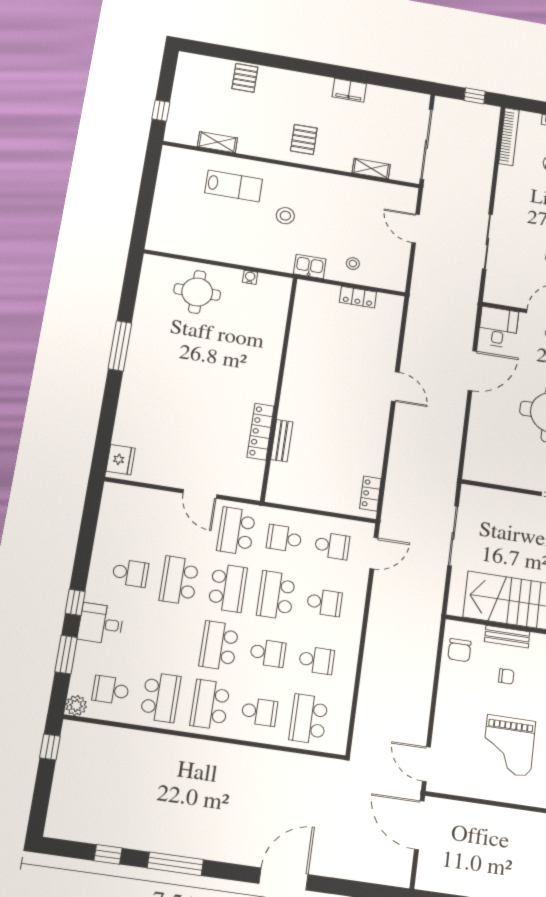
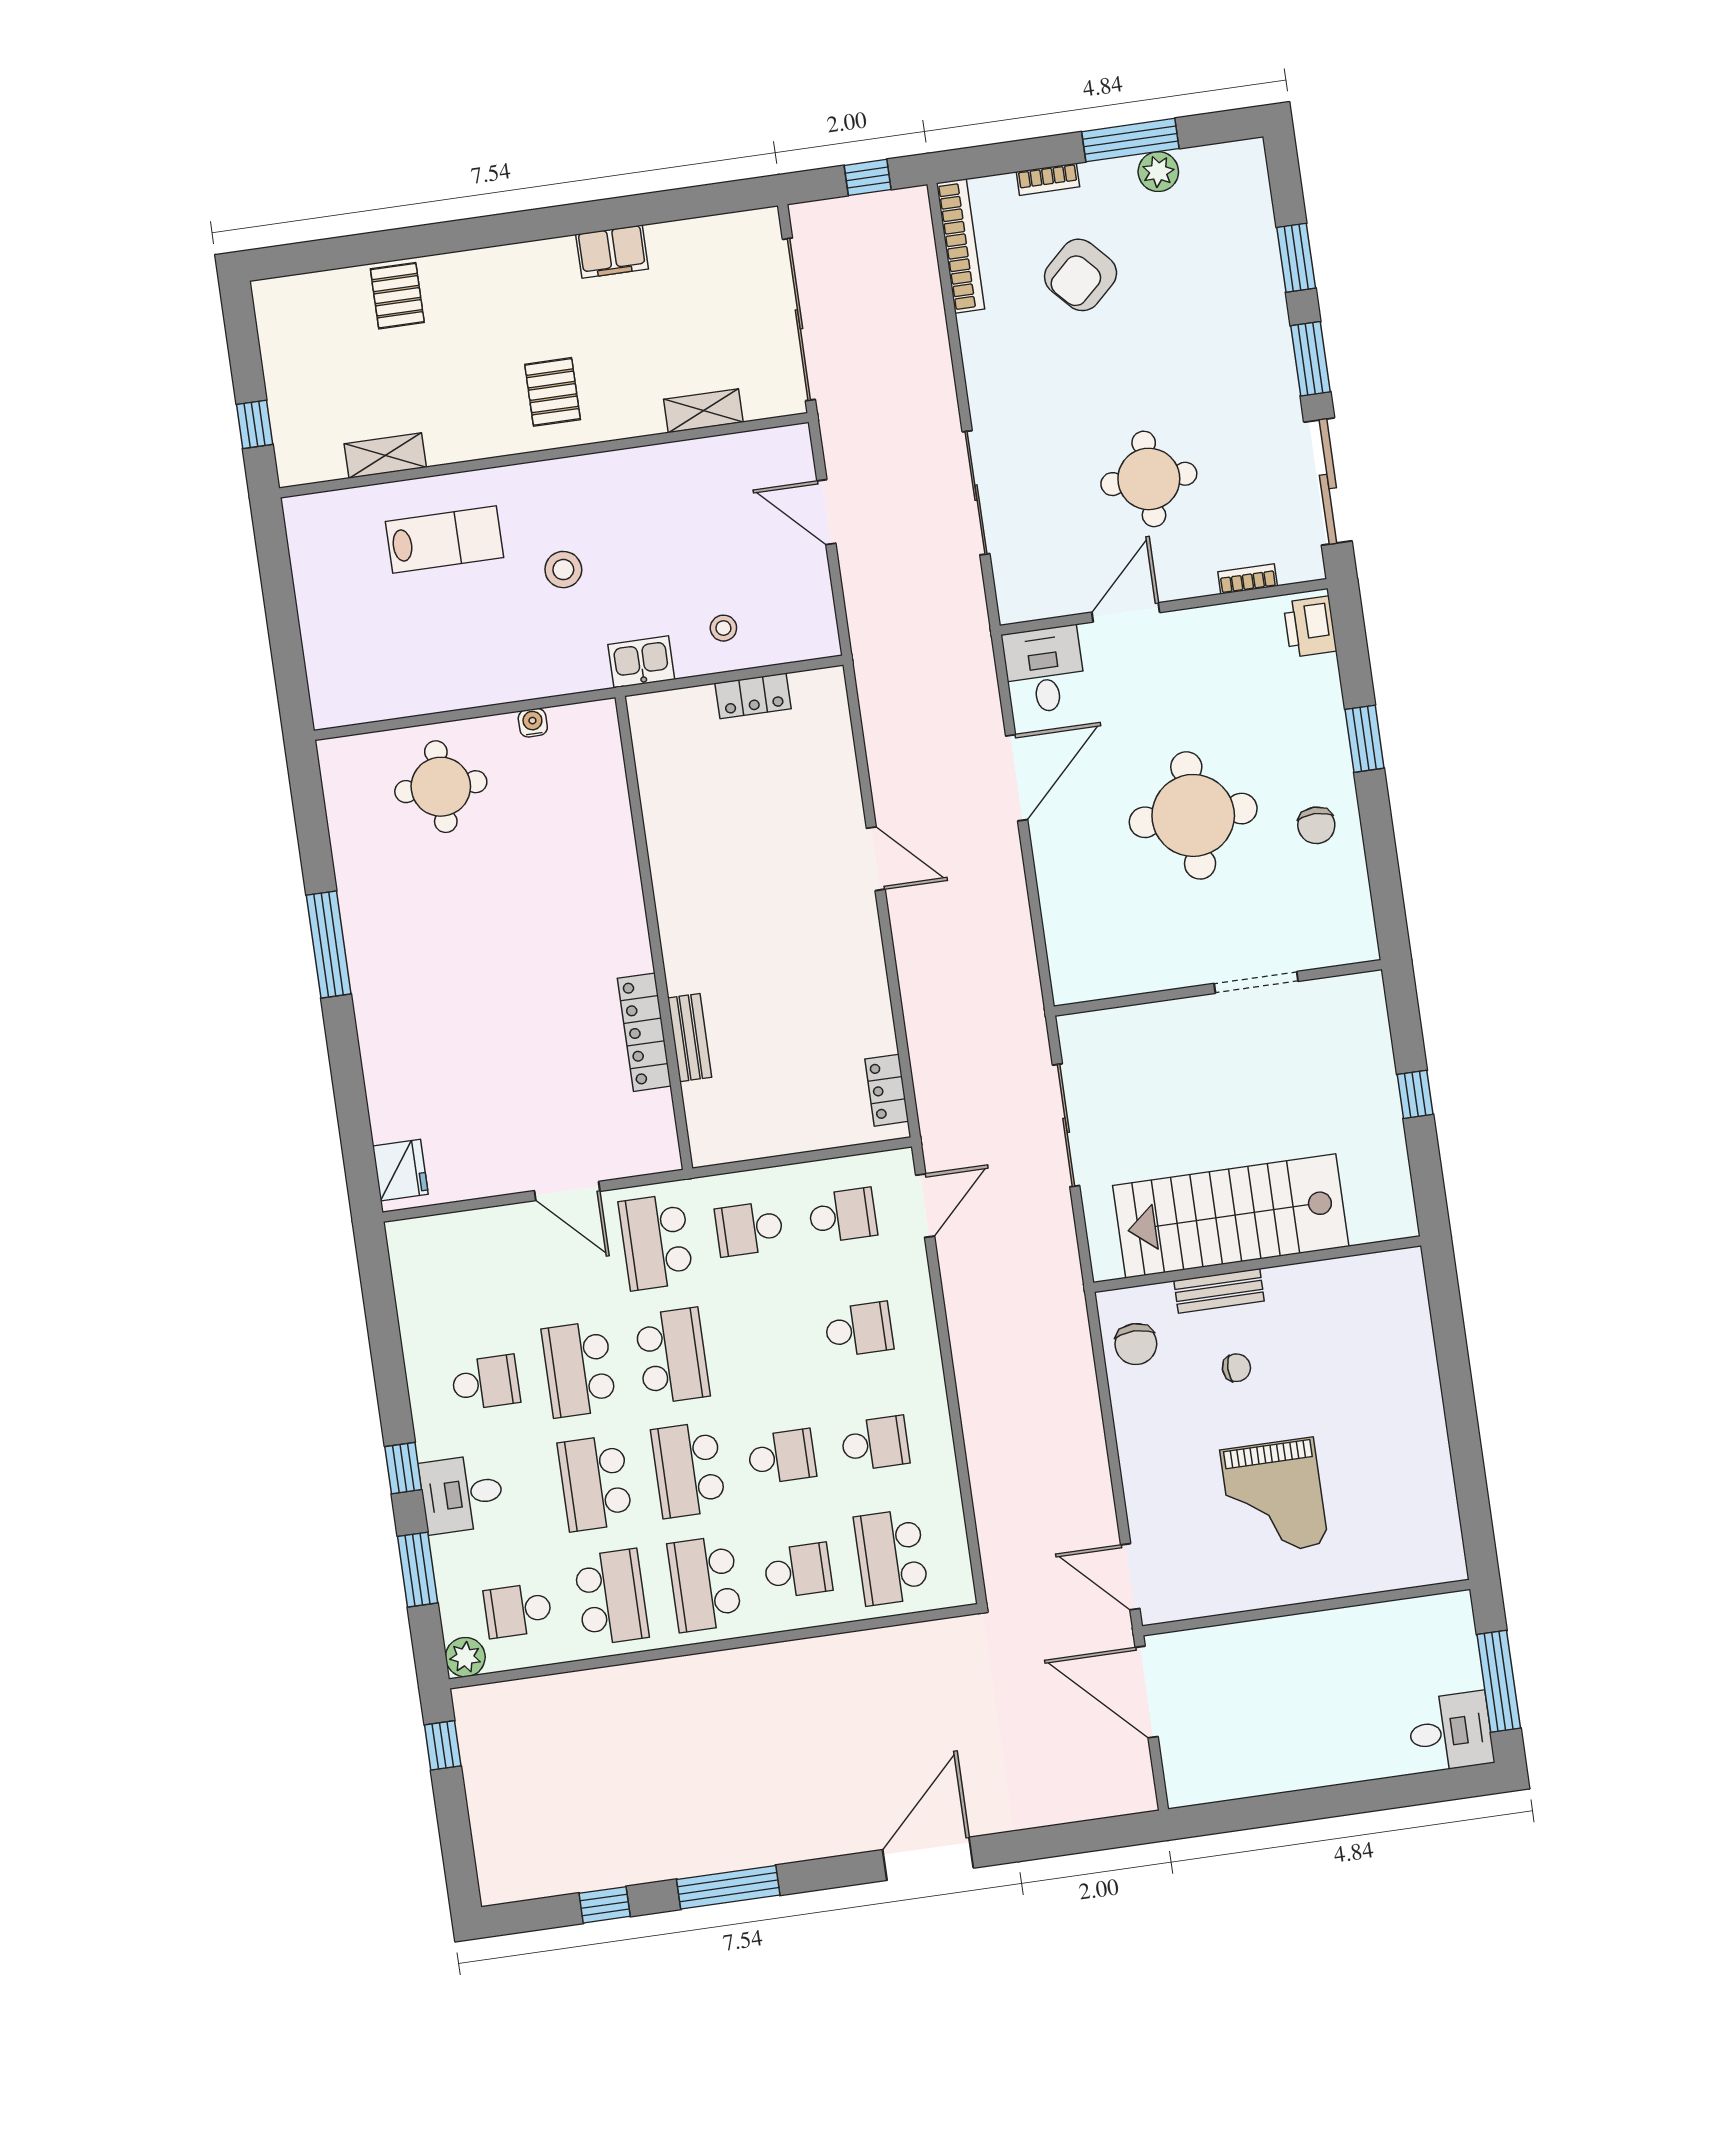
school desk: (276, 595) -> (595, 1483), moved

